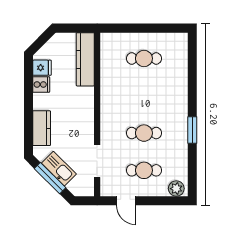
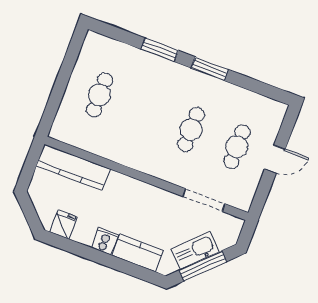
cooker: (41, 84) -> (105, 241), moved
window: (192, 89) -> (160, 50), added
plant: (176, 189) -> (274, 116), removed
door: (126, 201) -> (275, 159), moved

